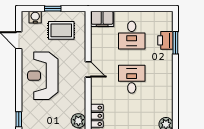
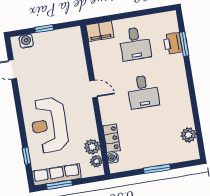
rug: (61, 30) -> (57, 51), removed
reception desk: (43, 76) -> (49, 125), moved
desk: (132, 79) -> (143, 92), turned 180

